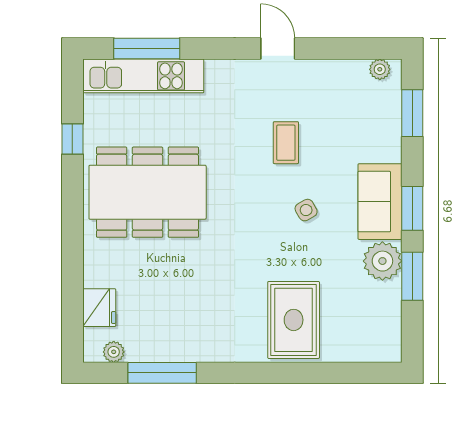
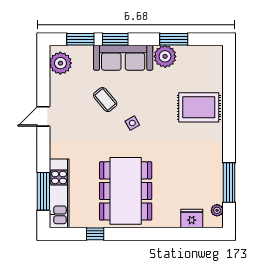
plant: (380, 69) -> (60, 63), width x1.88, depth x1.88
coffee table: (286, 143) -> (105, 100), moved, turned 50
sofa: (380, 202) -> (123, 58), width x1.36
window: (412, 208) -> (115, 39), moved
side table: (306, 210) -> (132, 123), moved

